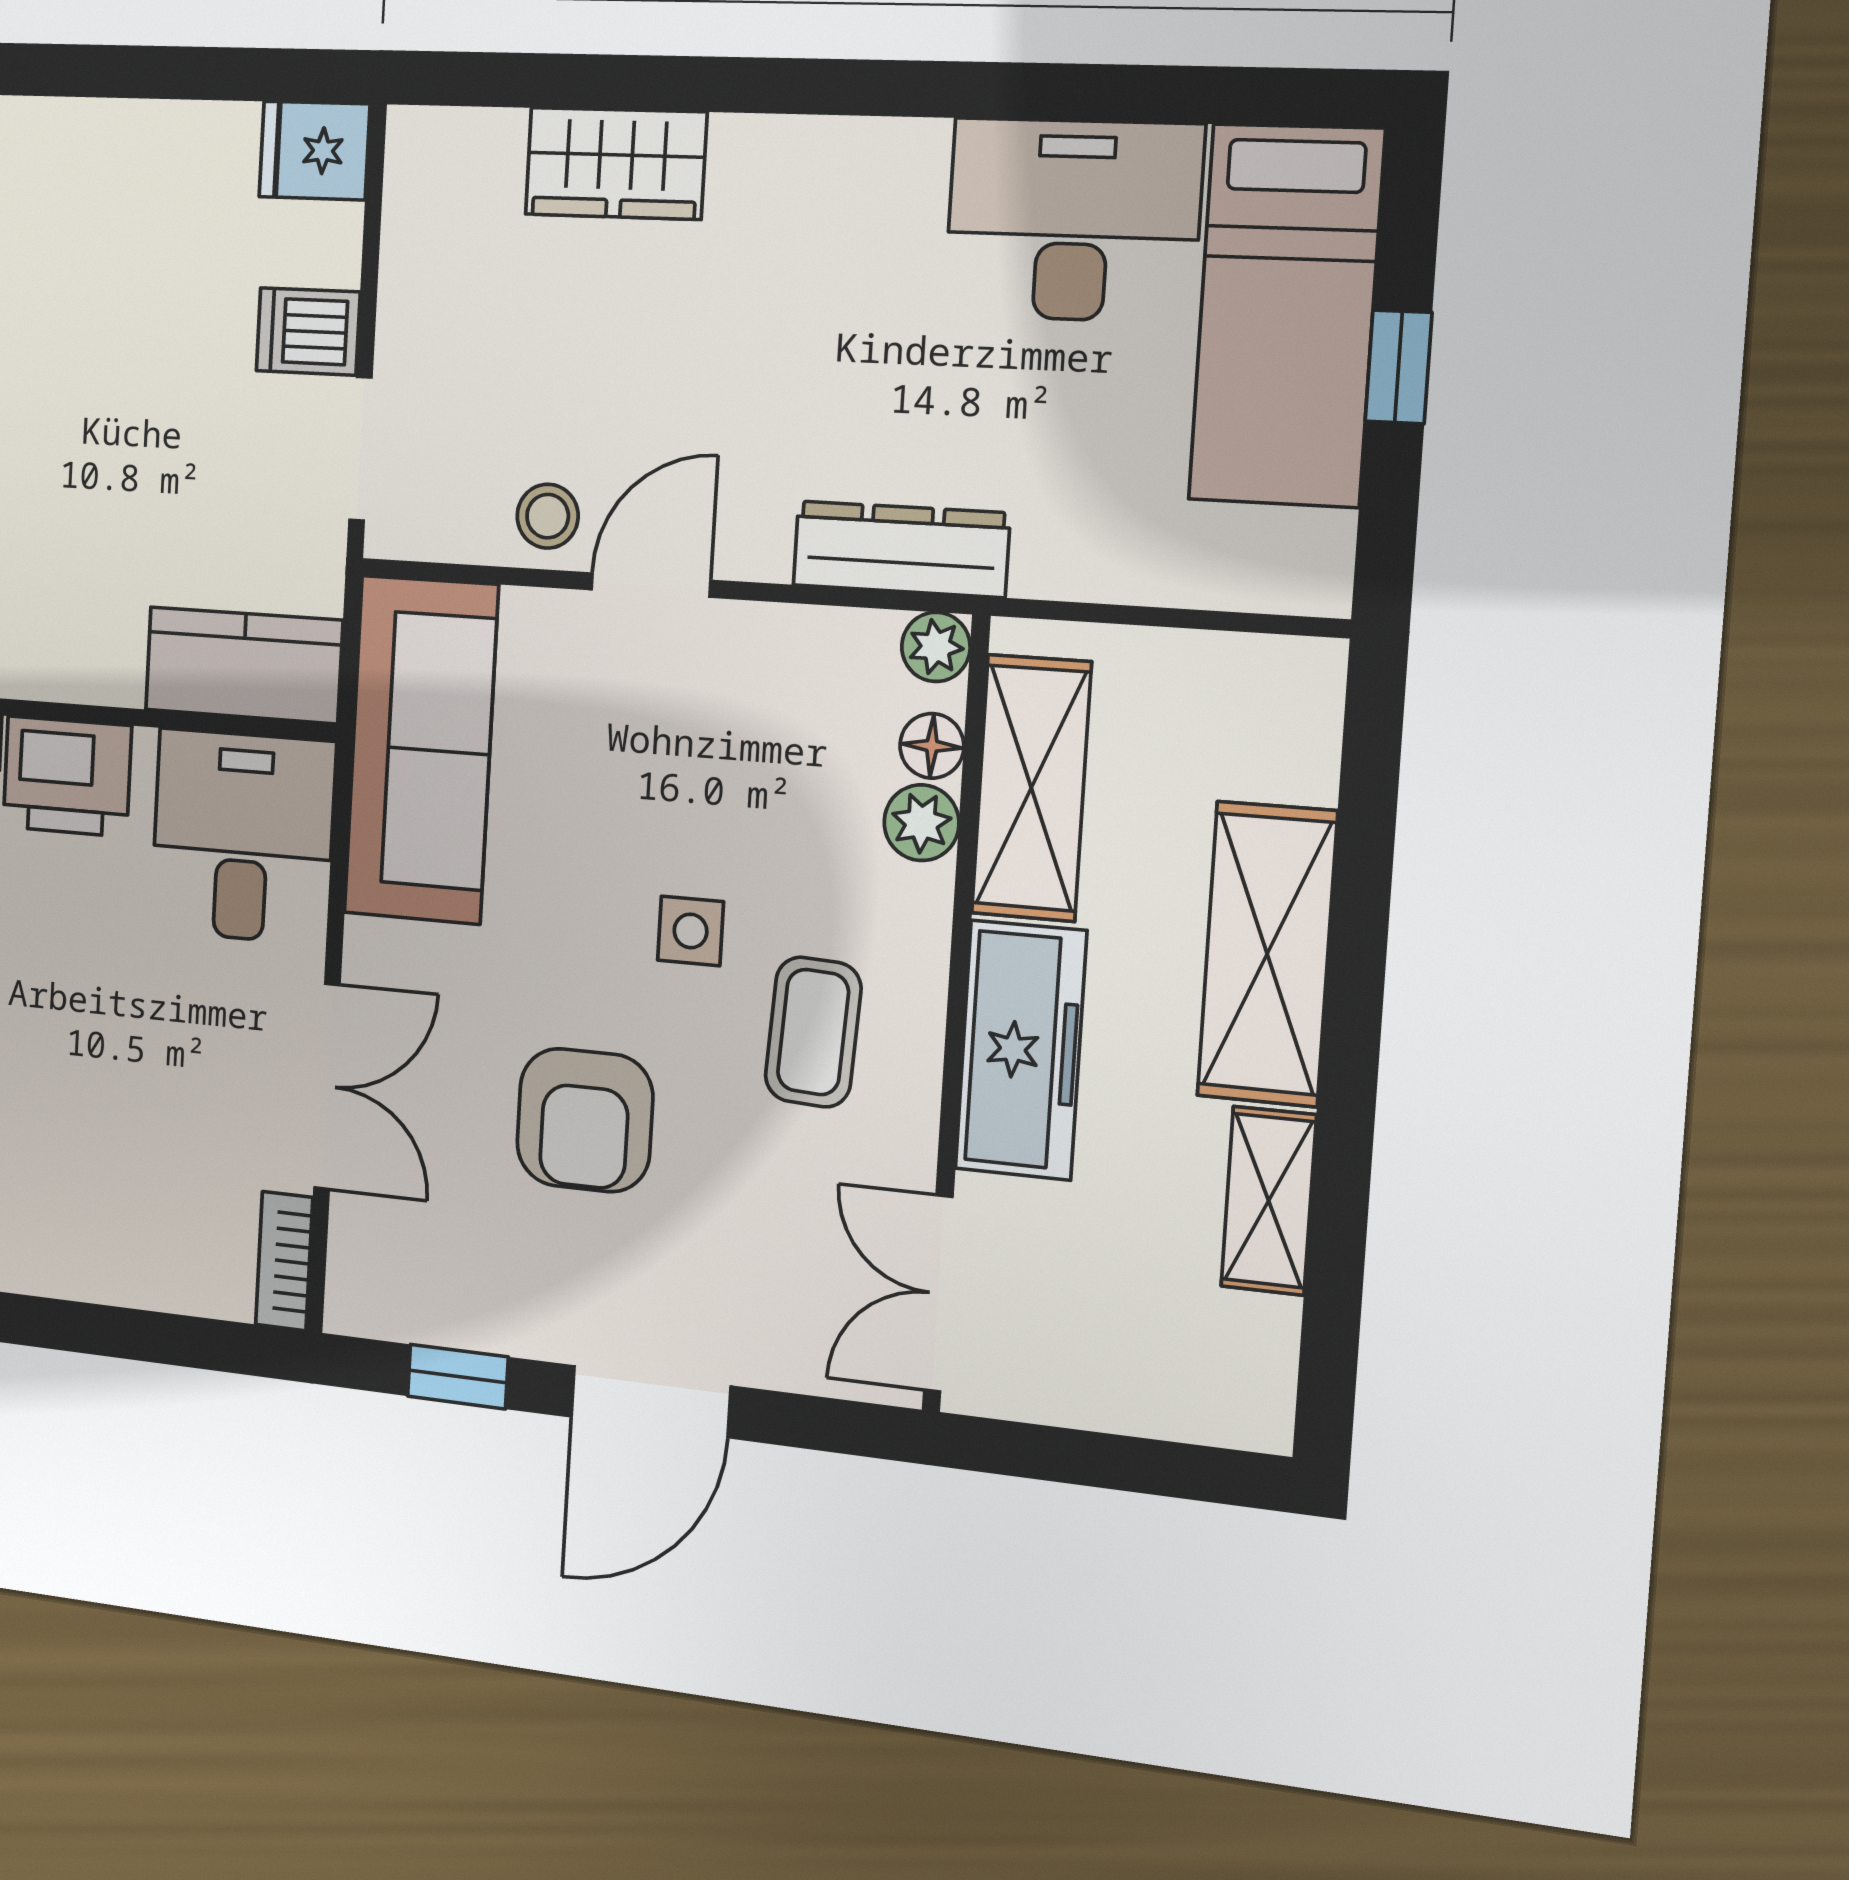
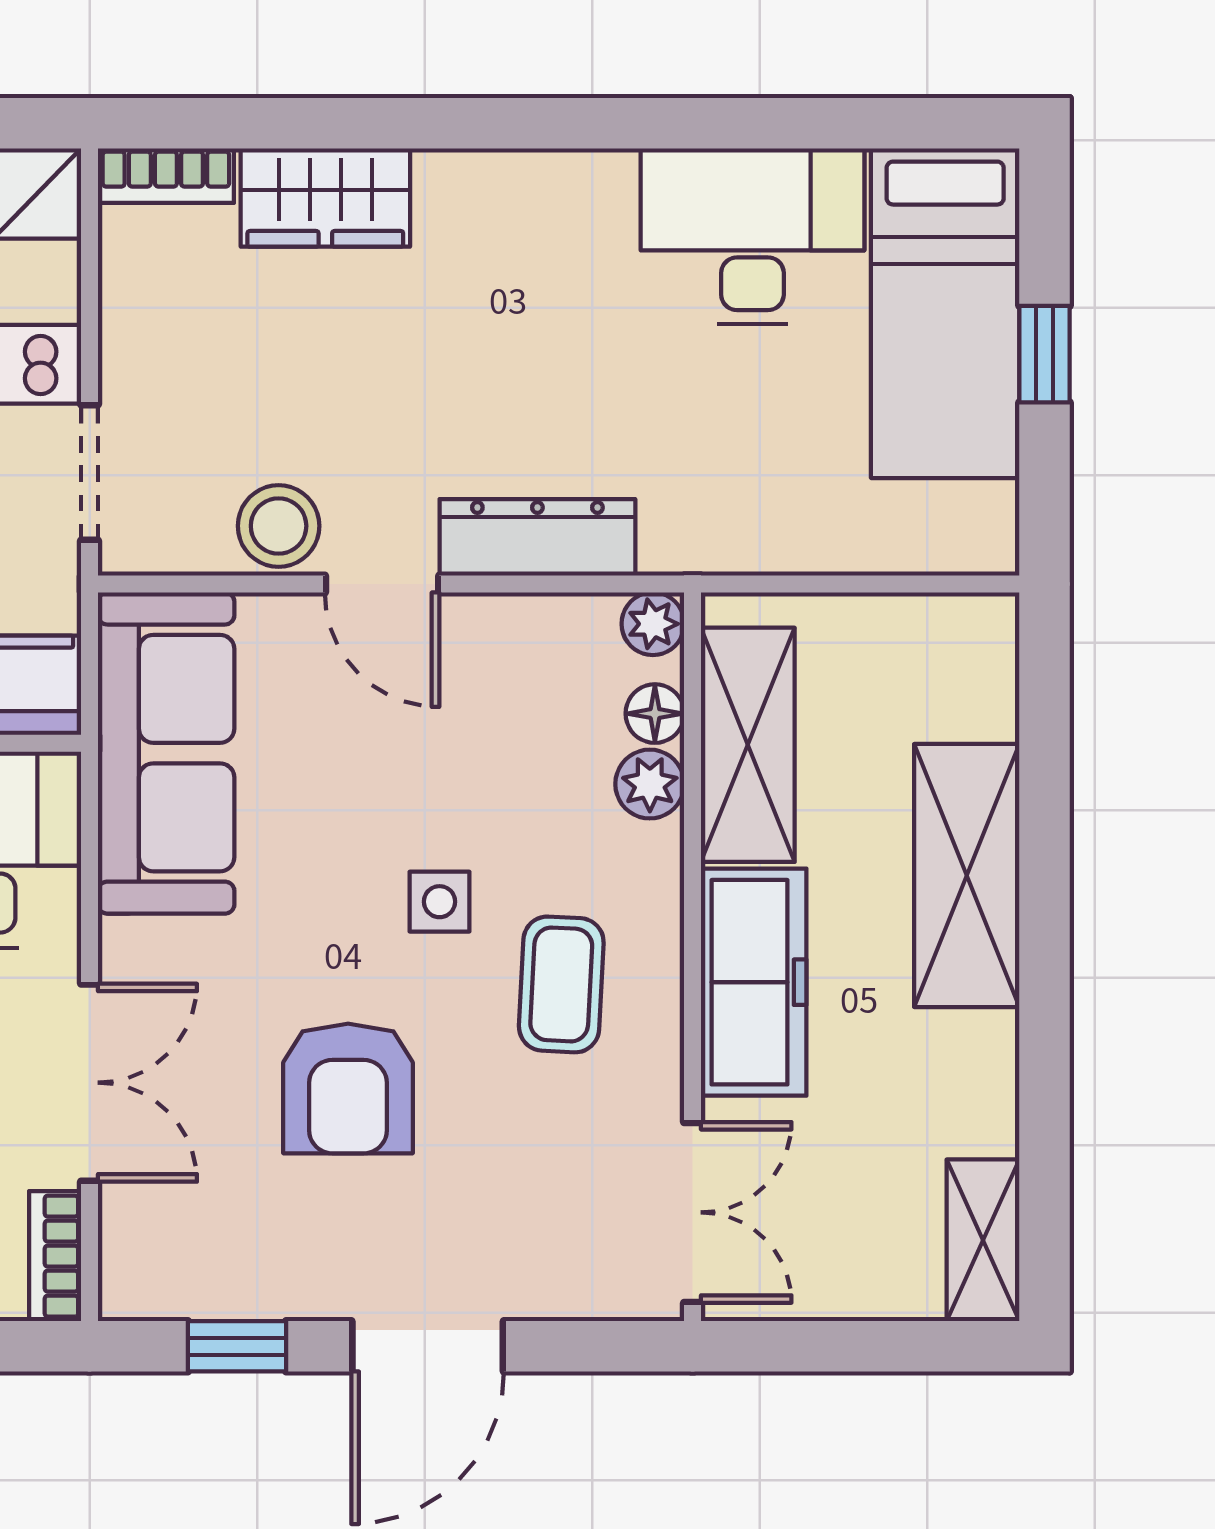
bookcase: (454, 135) -> (166, 176), added
stool: (548, 516) -> (279, 526), width x1.37, depth x1.37
dresser: (901, 549) -> (537, 537), moved
door: (651, 585) -> (382, 584), swing flipped
shelving: (1269, 1201) -> (983, 1240), moved
double door: (938, 1293) -> (693, 1212), swing flipped

